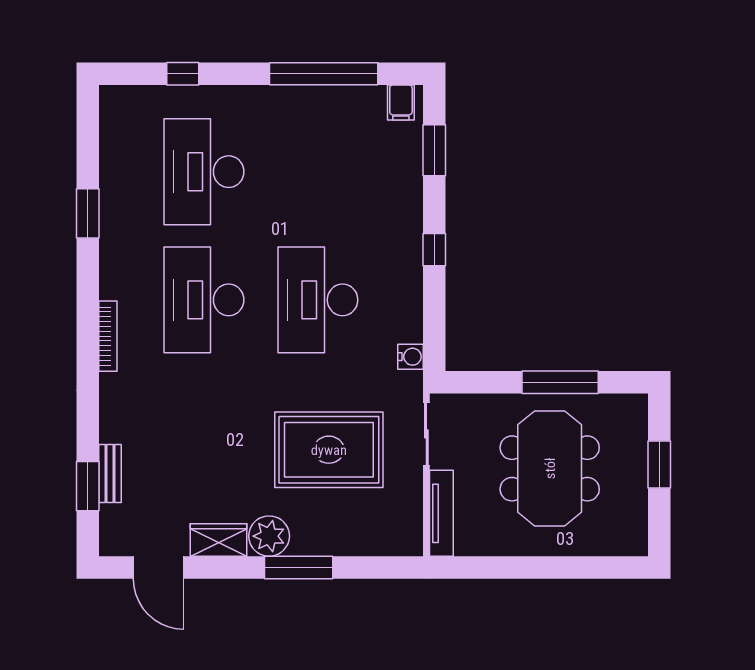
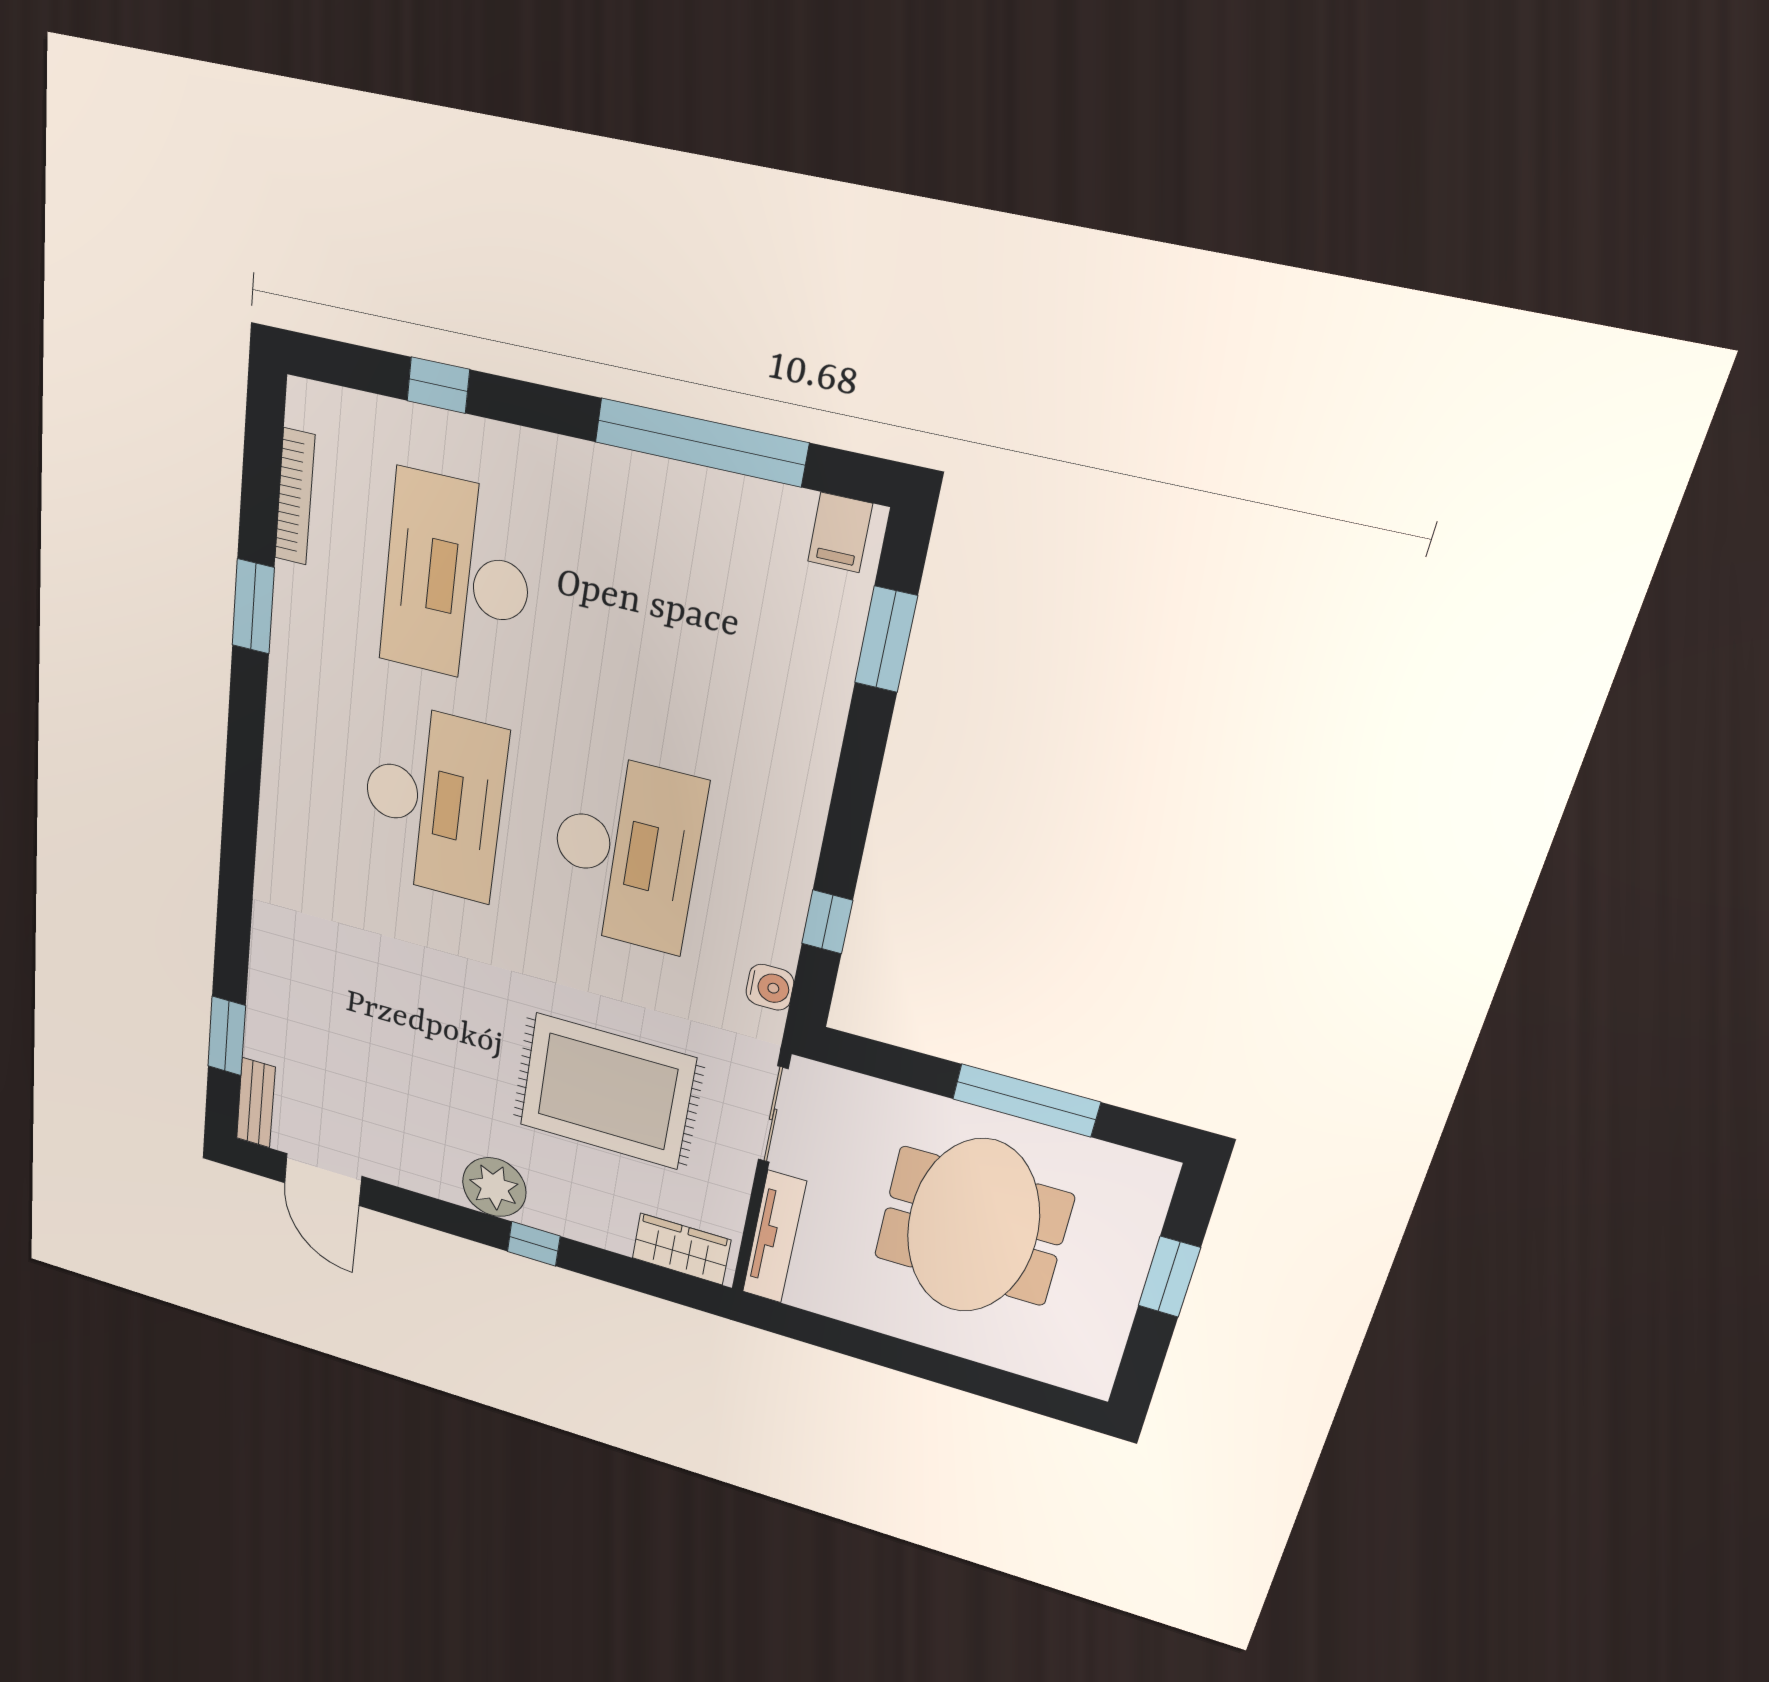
window: (434, 250) -> (827, 922), moved
desk: (204, 300) -> (433, 802), turned 180
desk: (318, 300) -> (626, 852), turned 180
bookcase: (108, 336) -> (295, 497), moved
bench: (110, 473) -> (256, 1103), moved
wardrobe: (219, 540) -> (681, 1249), moved
window: (299, 567) -> (534, 1244), width x0.46

